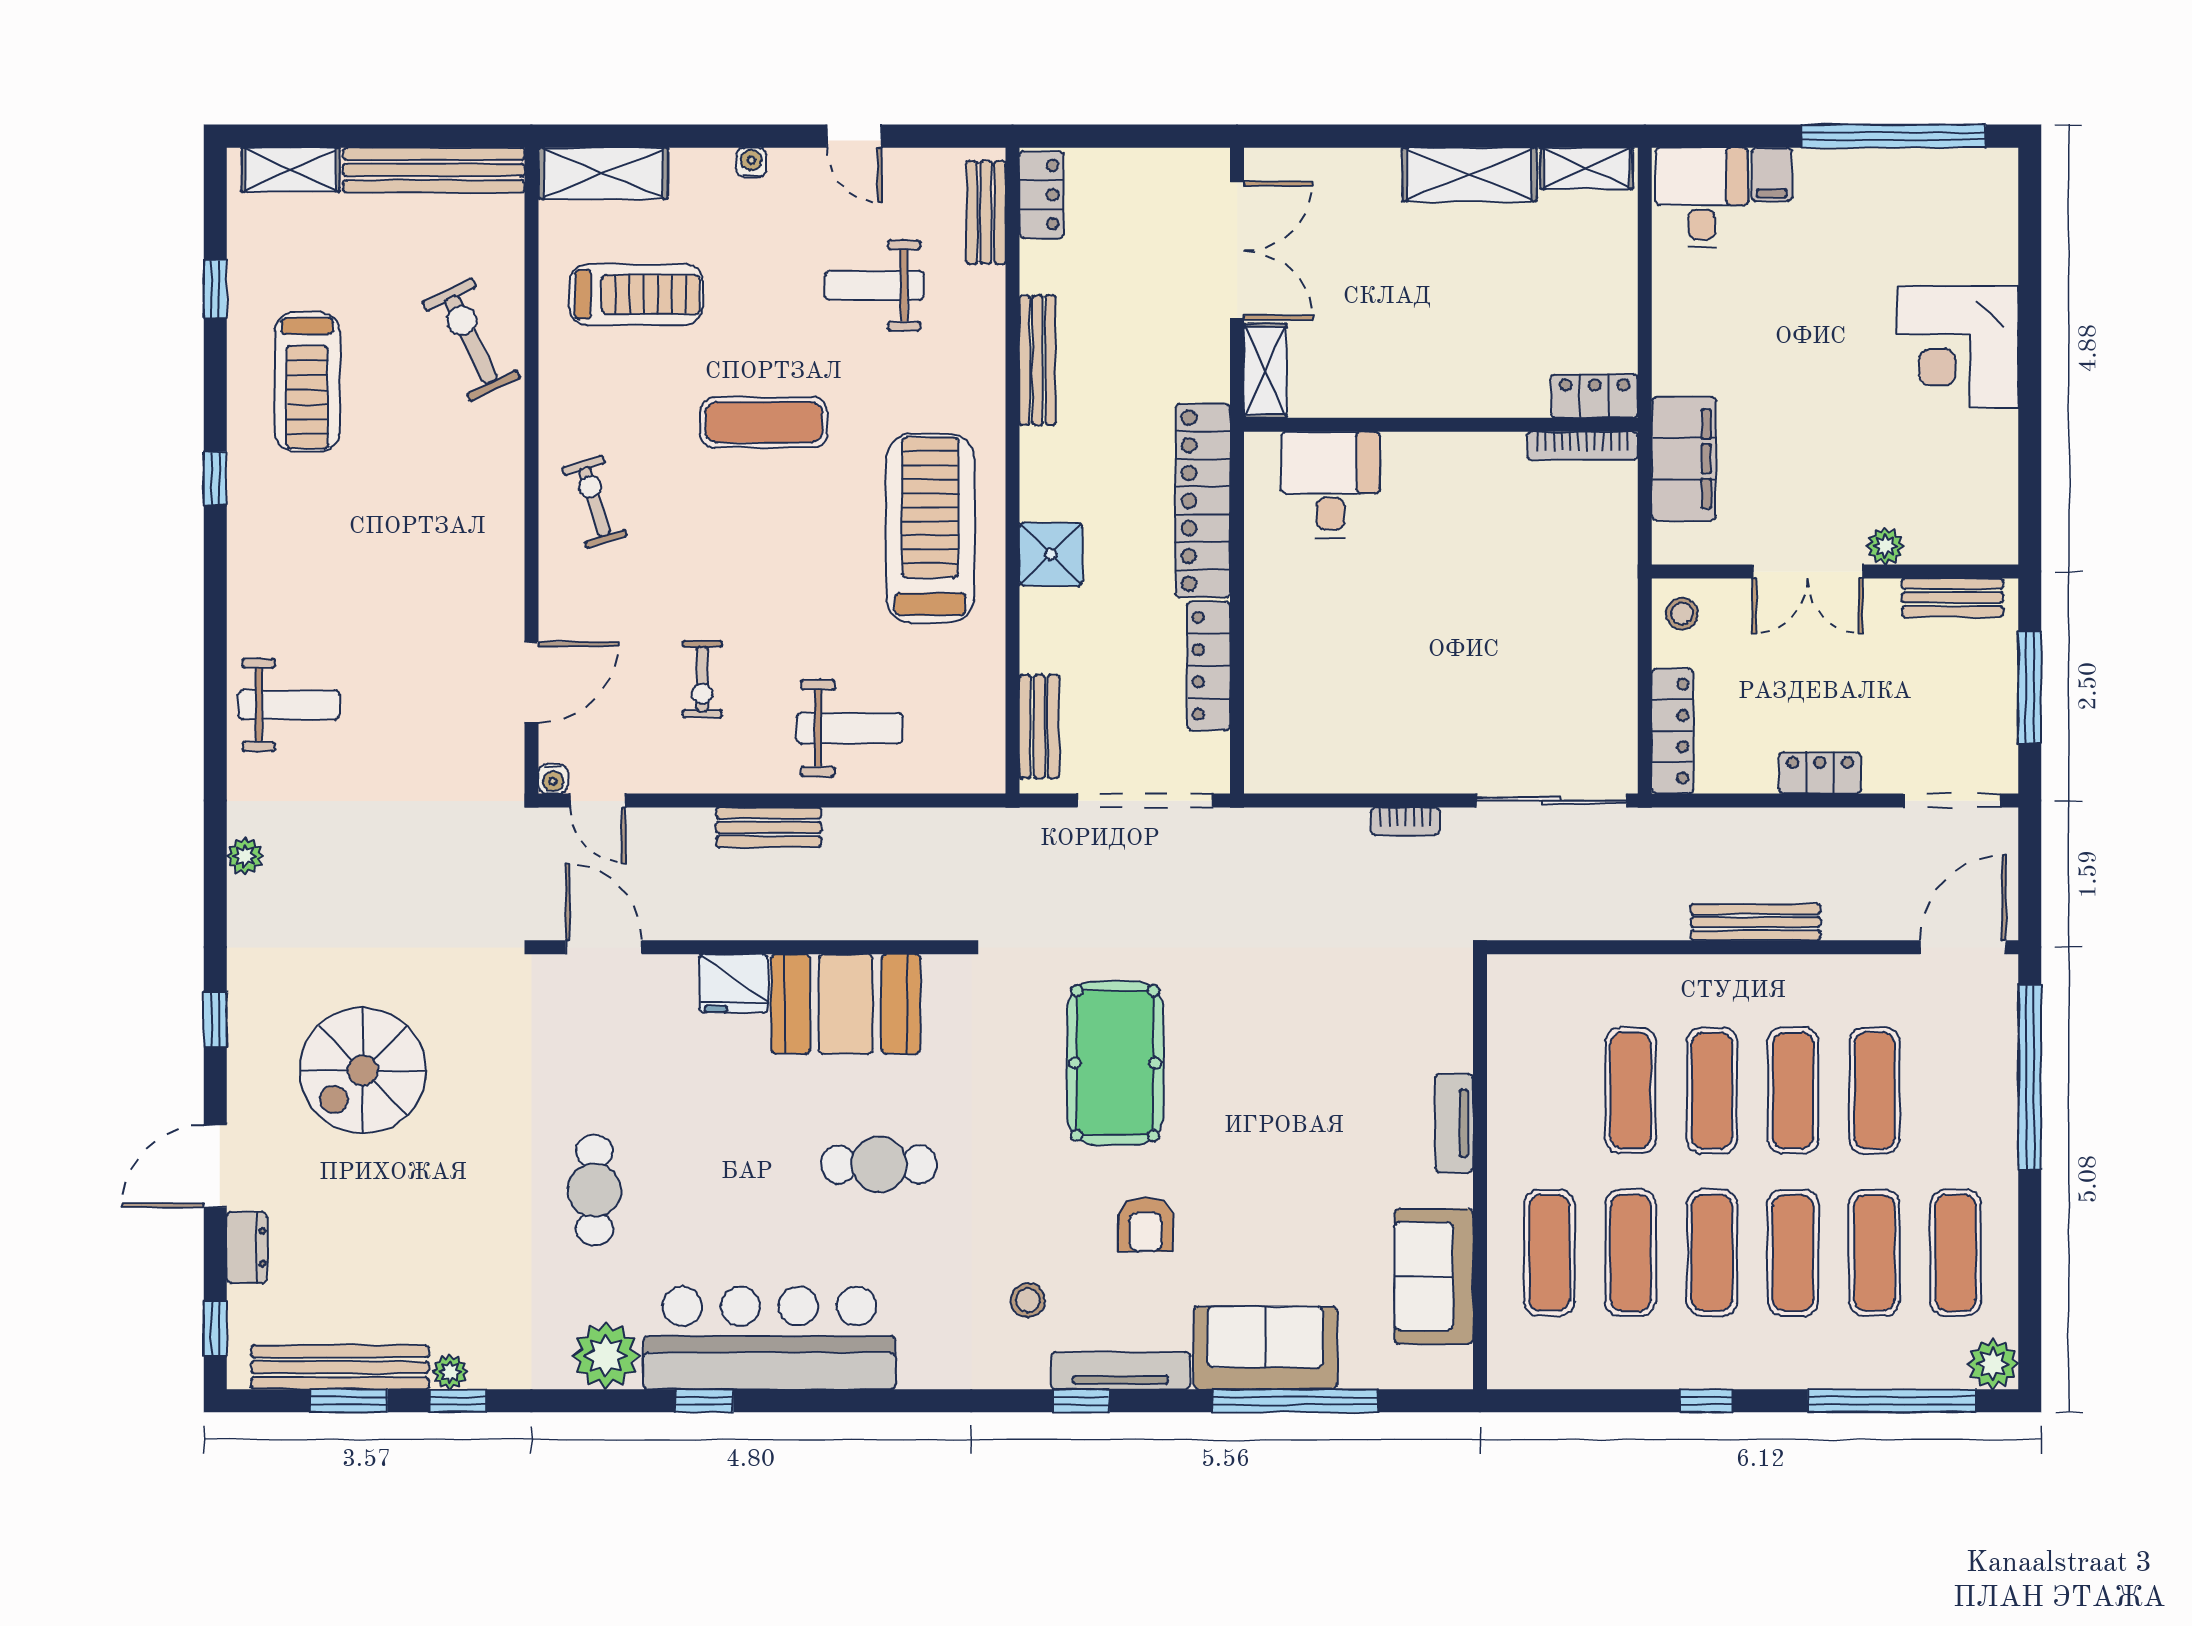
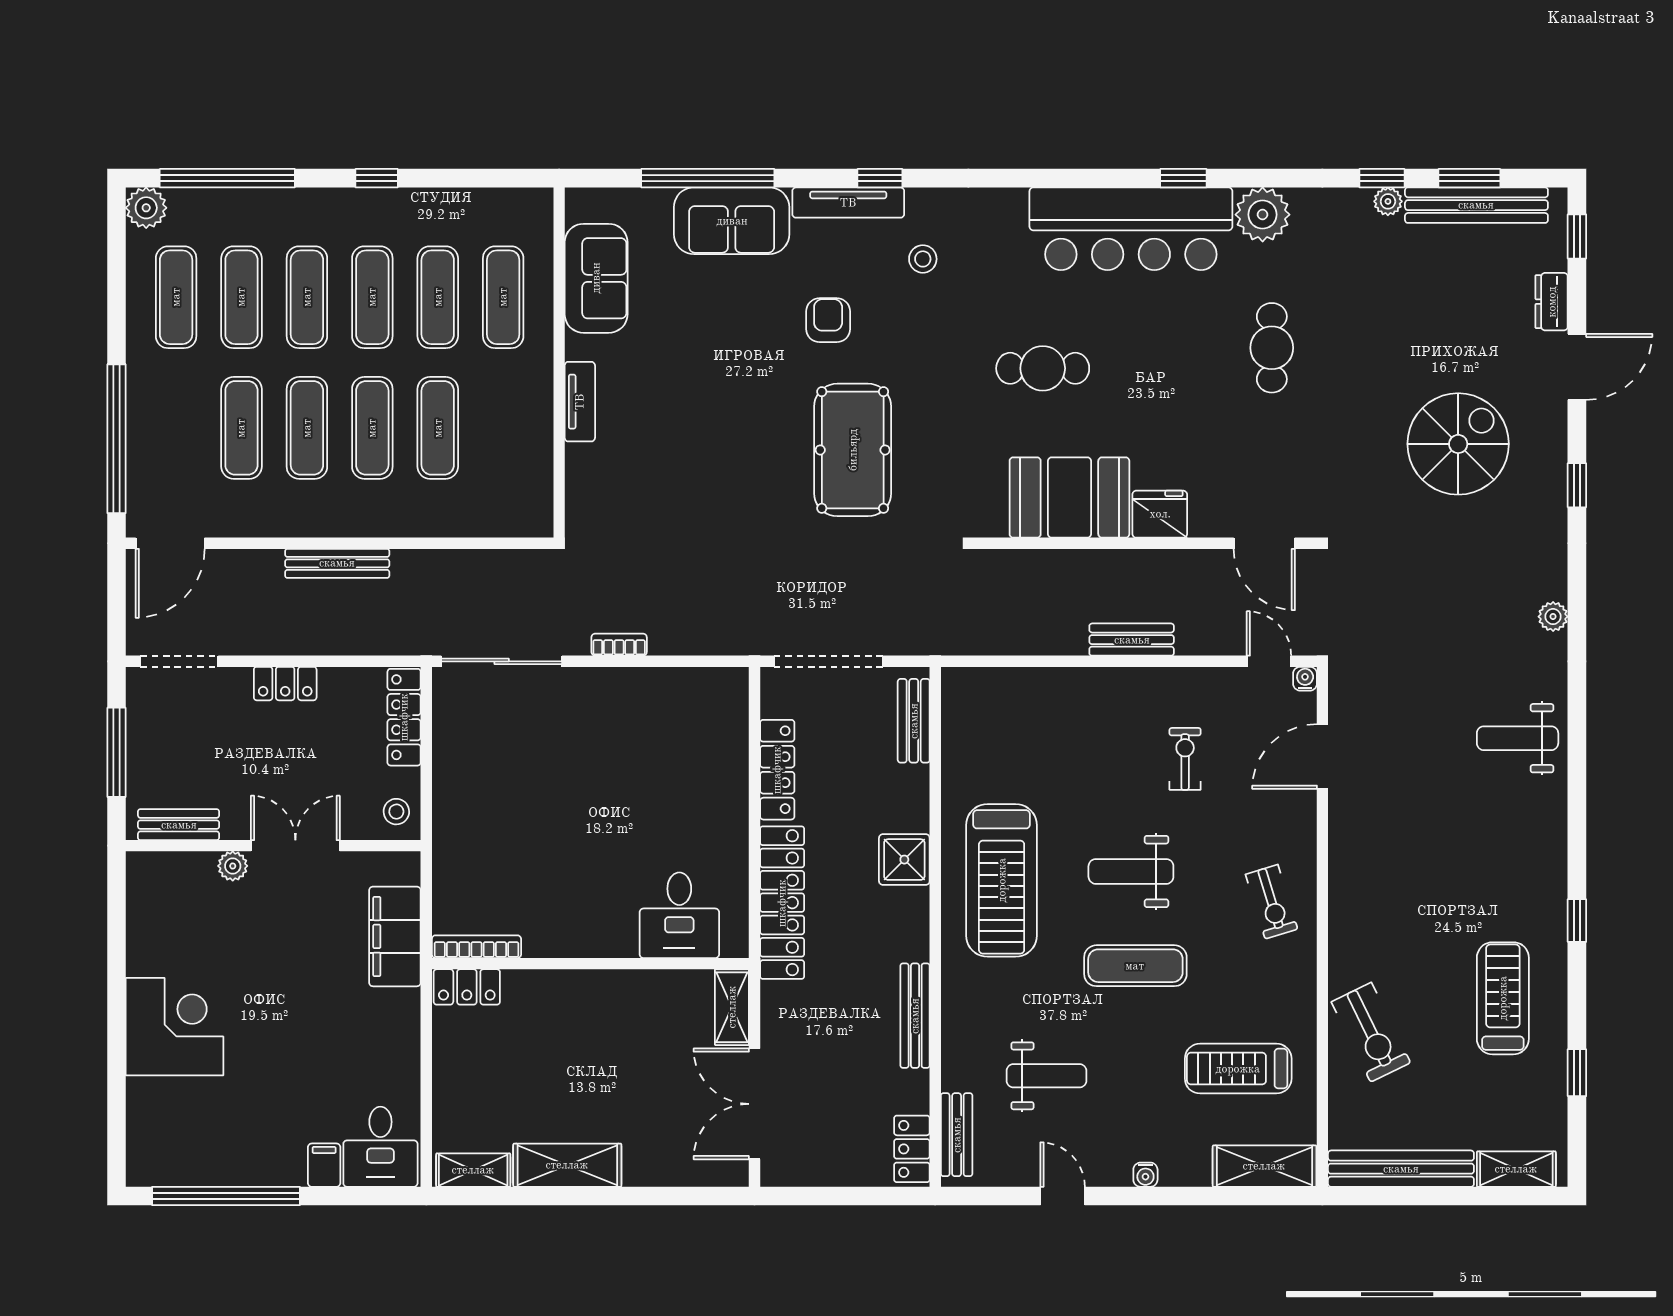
weight bench: (849, 728) -> (1131, 871), moved

